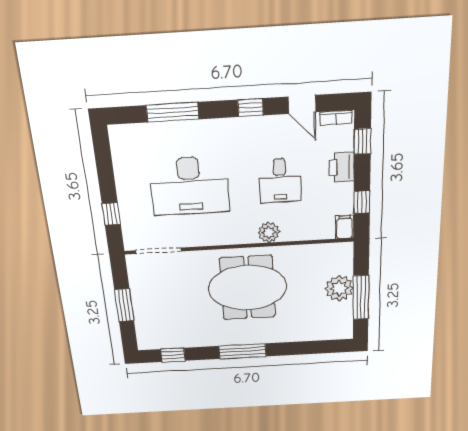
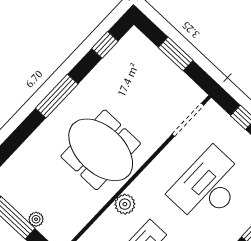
meeting table: (248, 288) -> (101, 150), turned 90
plant: (339, 288) -> (36, 219), width x0.53, depth x0.53

